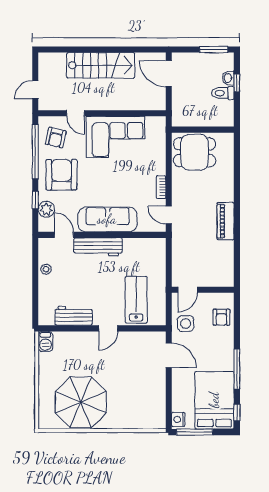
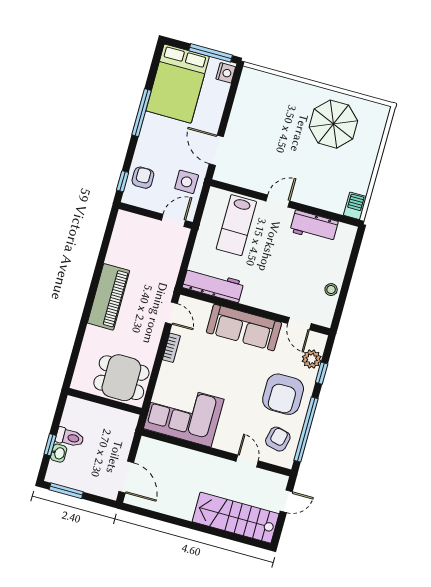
stairs: (101, 65) -> (236, 518), moved
corner sofa: (116, 137) -> (184, 414), moved
piano: (226, 221) -> (108, 297), width x1.37, depth x1.33
workbench: (98, 247) -> (213, 285), moved
parasol: (81, 402) -> (333, 124), width x0.73, depth x0.73
window: (237, 413) -> (123, 181), moved

